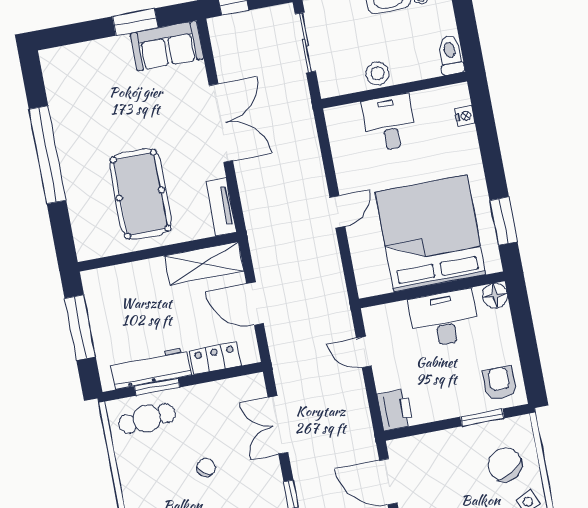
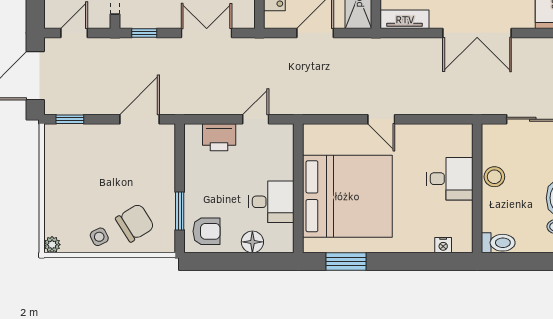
floor lamp: (495, 296) -> (252, 242), moved
desk: (444, 319) -> (271, 202), width x0.73
printer: (396, 410) -> (219, 137), moved

